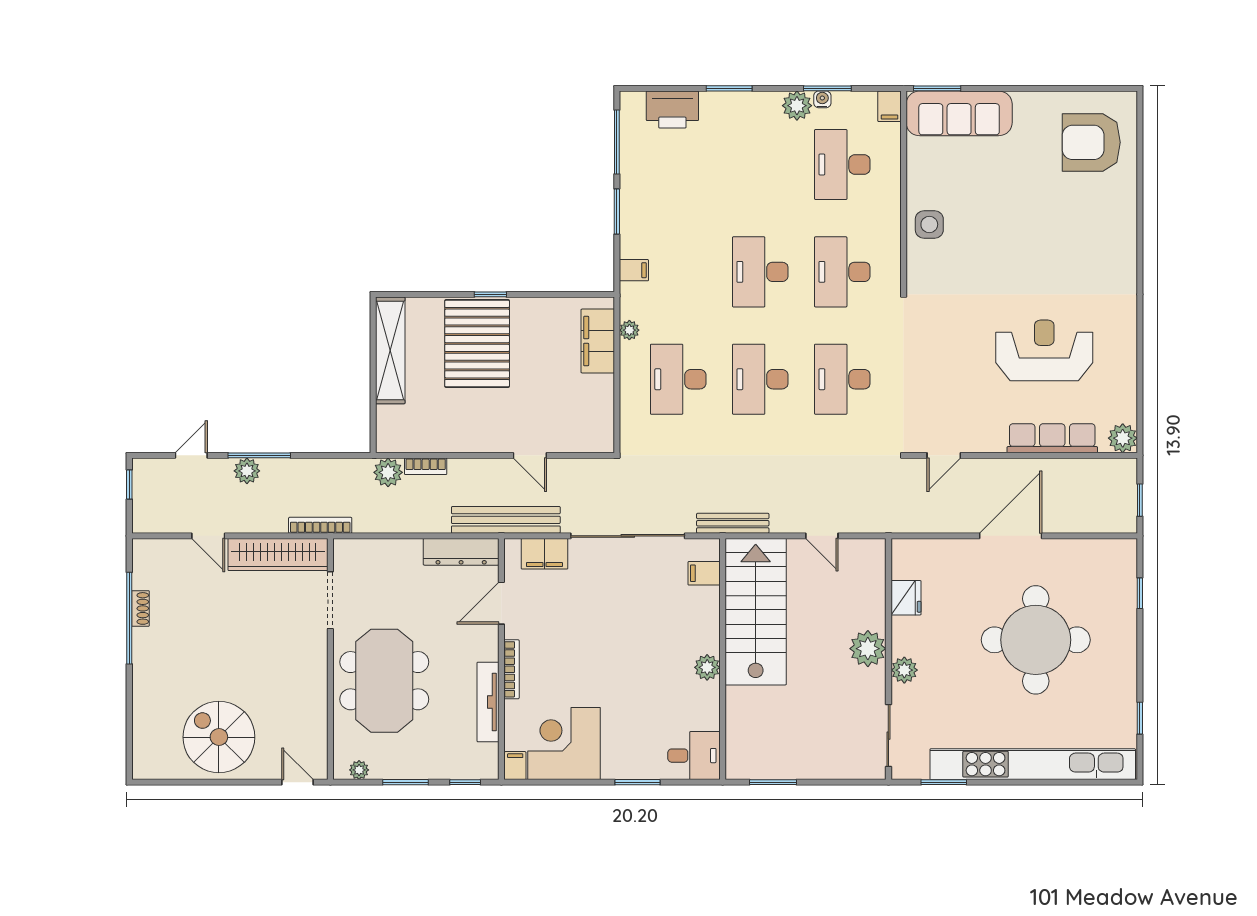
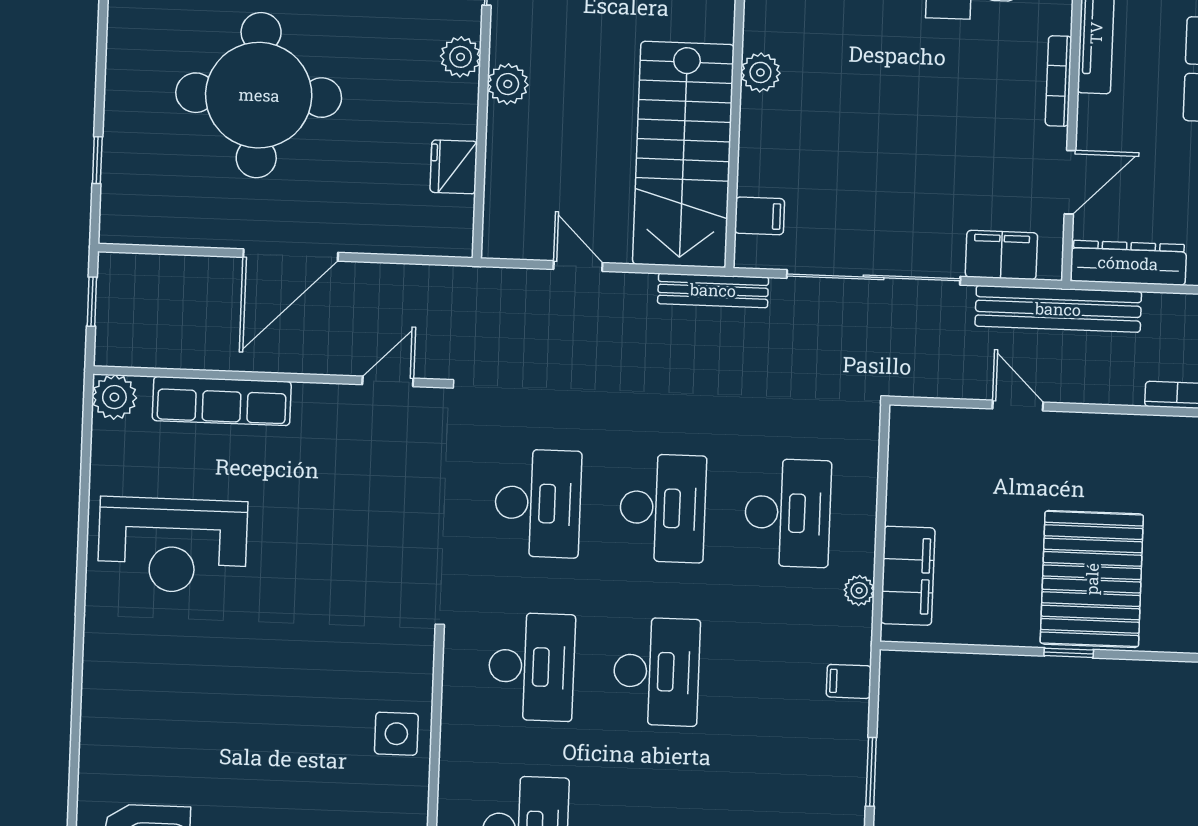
reception desk: (1044, 350) -> (172, 545), moved
plant: (868, 649) -> (508, 84), width x0.73, depth x0.73

